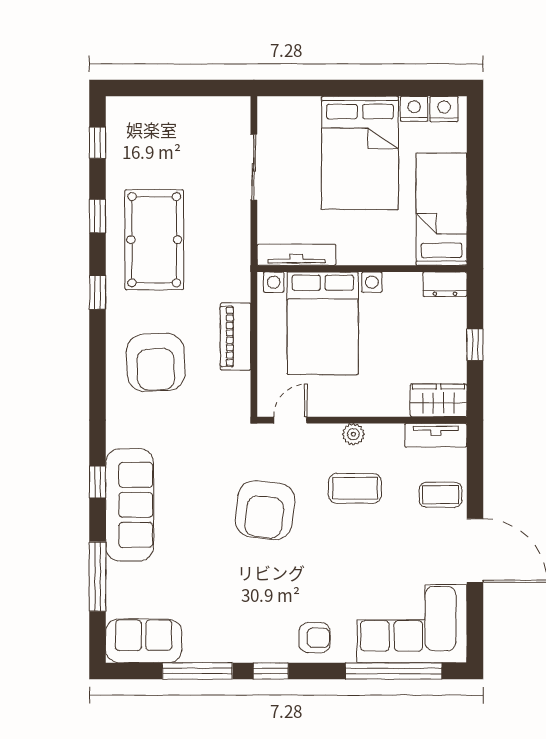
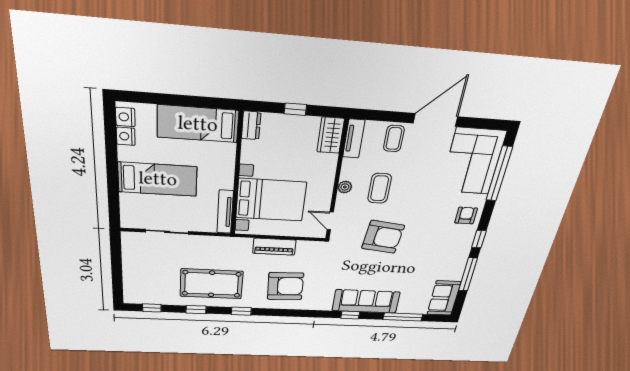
bed: (360, 153) -> (158, 179), width x0.67

